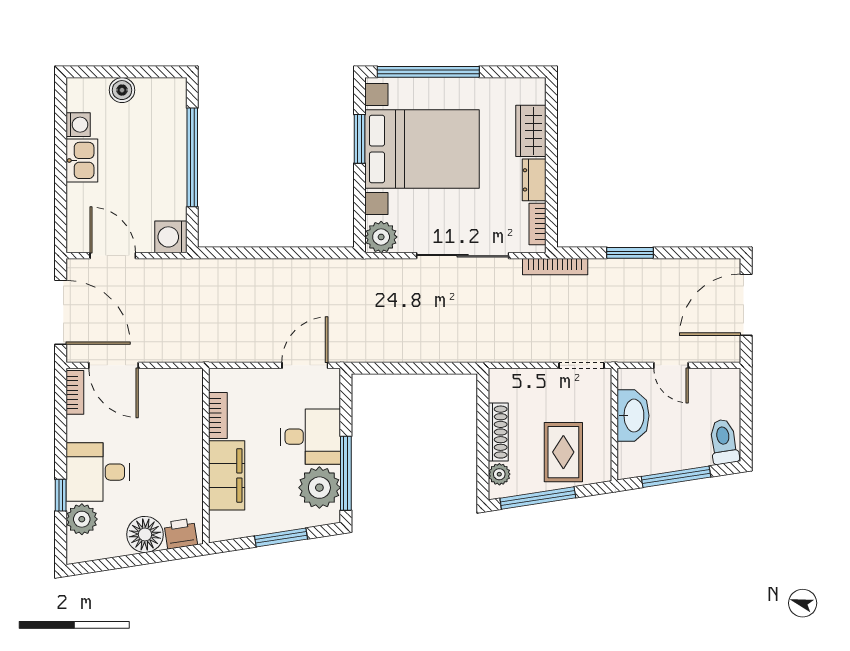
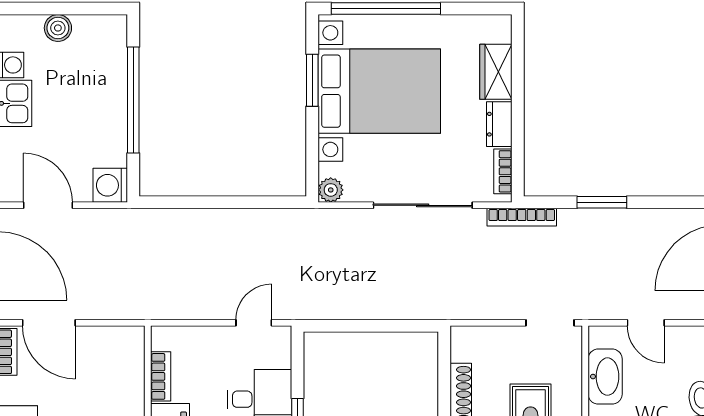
plant: (381, 237) -> (331, 190), width x0.73, depth x0.73
door: (305, 365) -> (254, 323), width x0.73

